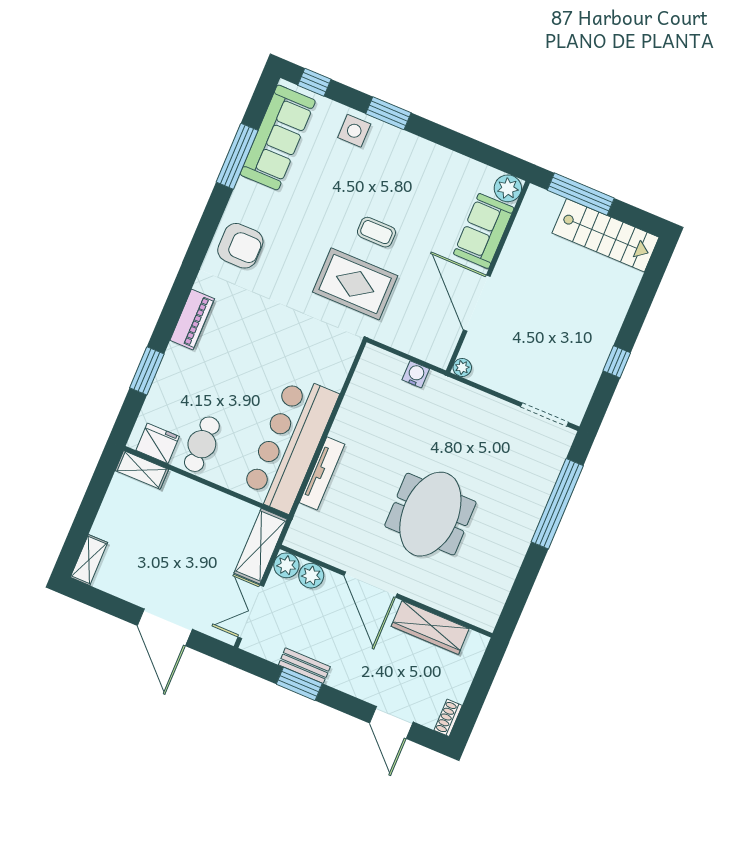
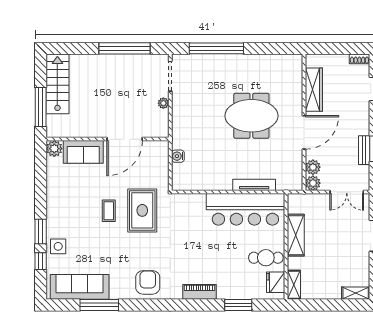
window: (314, 82) -> (41, 261), moved
window: (617, 362) -> (125, 48), width x3.17
plant: (462, 367) -> (163, 103), moved
shelving: (261, 546) -> (296, 235), moved, turned 90

